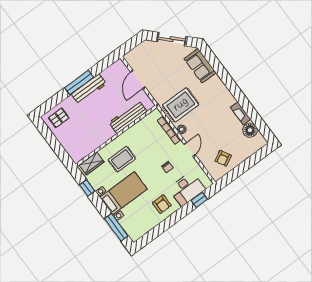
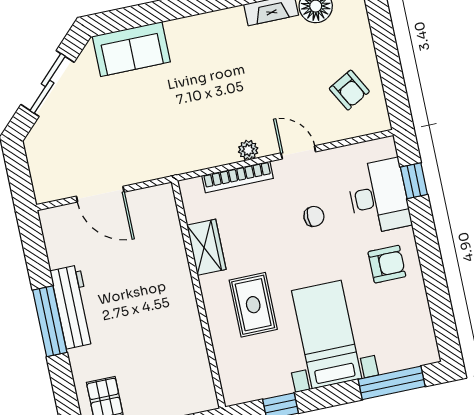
rug: (181, 105) -> (195, 128), removed
workbench: (128, 117) -> (170, 251), removed
wardrobe: (92, 163) -> (206, 247), moved

